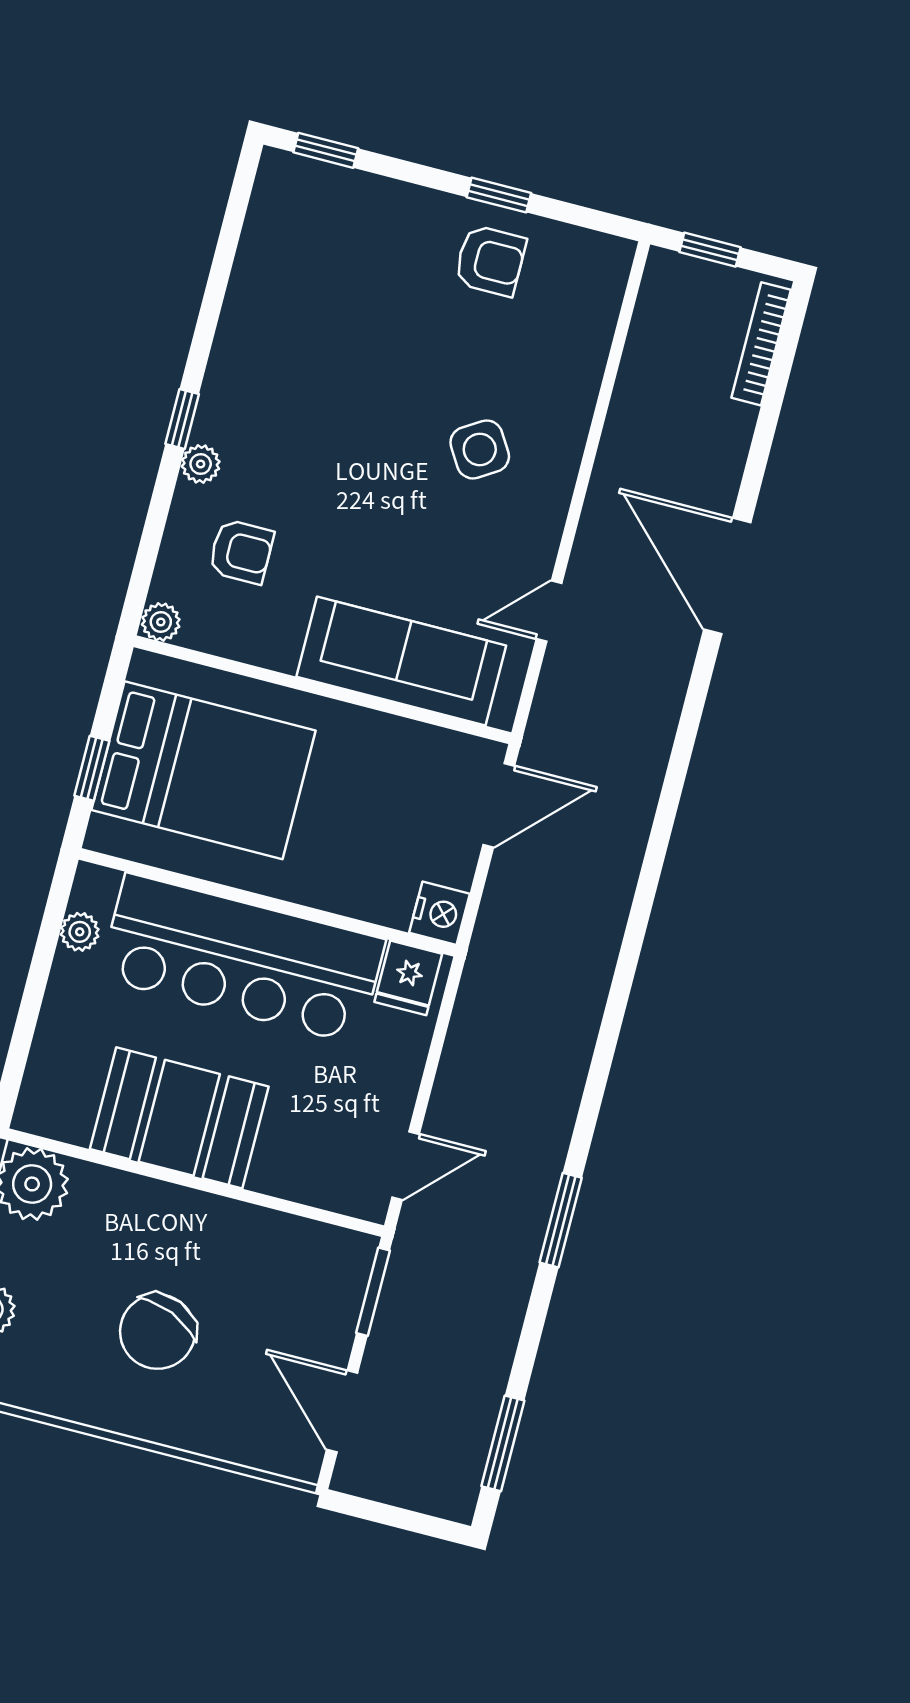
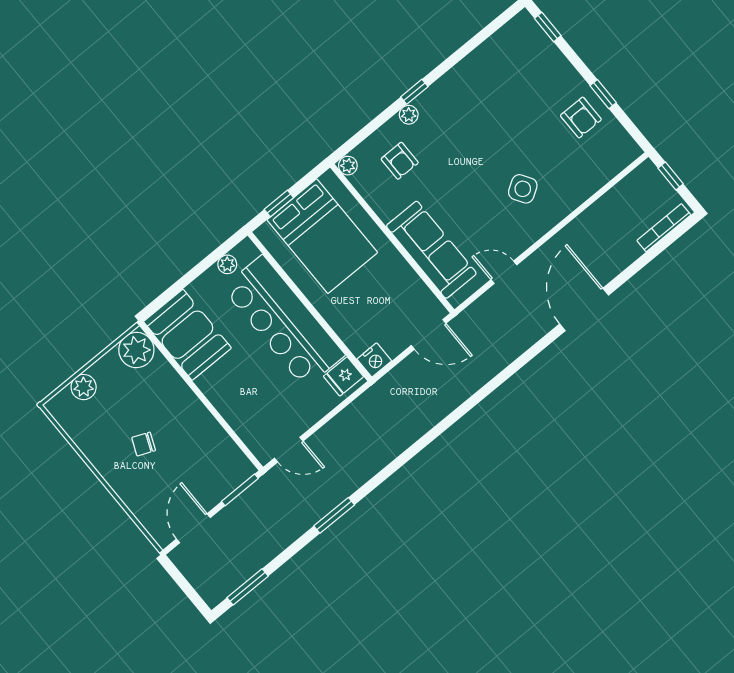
booth: (179, 1118) -> (187, 335), moved
chair: (158, 1332) -> (144, 444), width x0.54, depth x0.54

